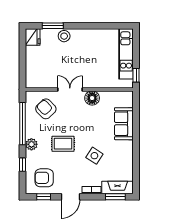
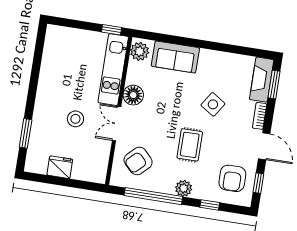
stool: (64, 36) -> (75, 119), moved
fridge: (33, 37) -> (60, 167), moved
kitchen unit: (126, 54) -> (113, 70), moved, turned 90
plant: (124, 98) -> (140, 51), added

